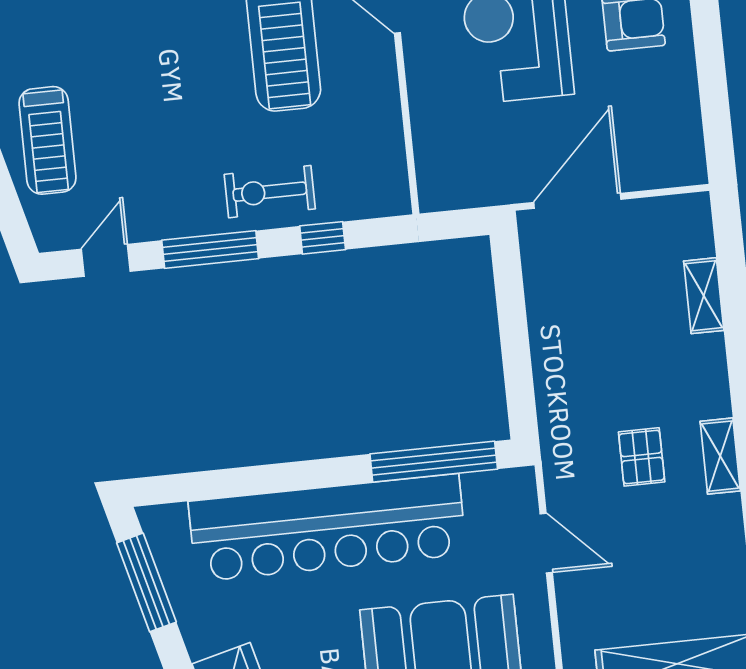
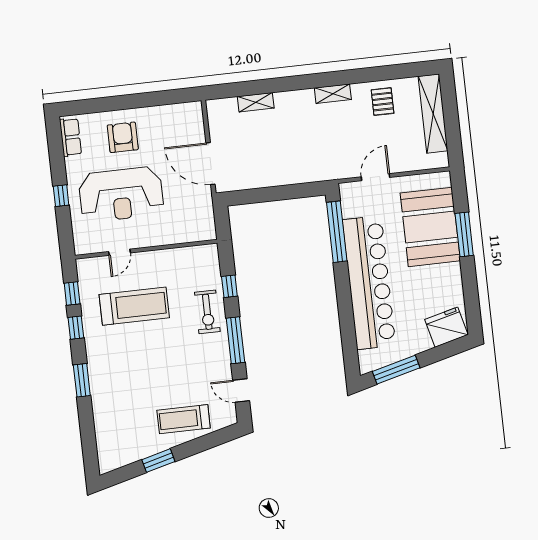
treadmill: (48, 140) -> (184, 419), turned 180
pallet: (642, 457) -> (383, 102), moved, turned 90

